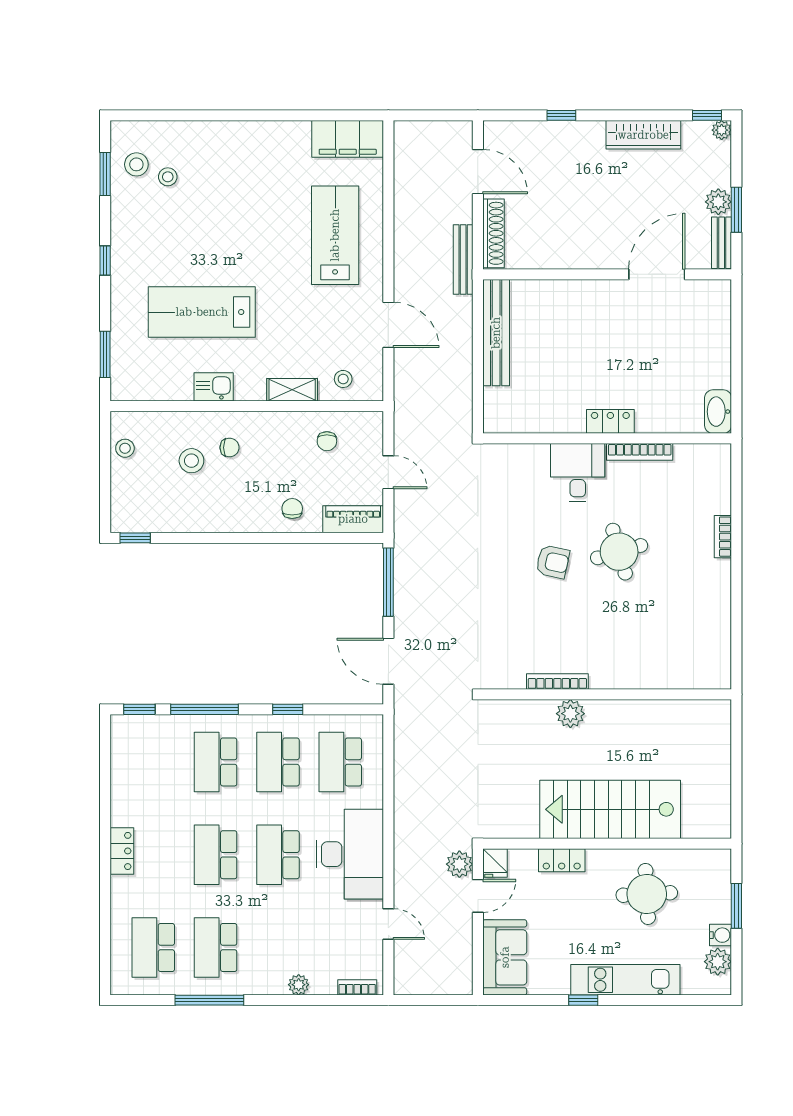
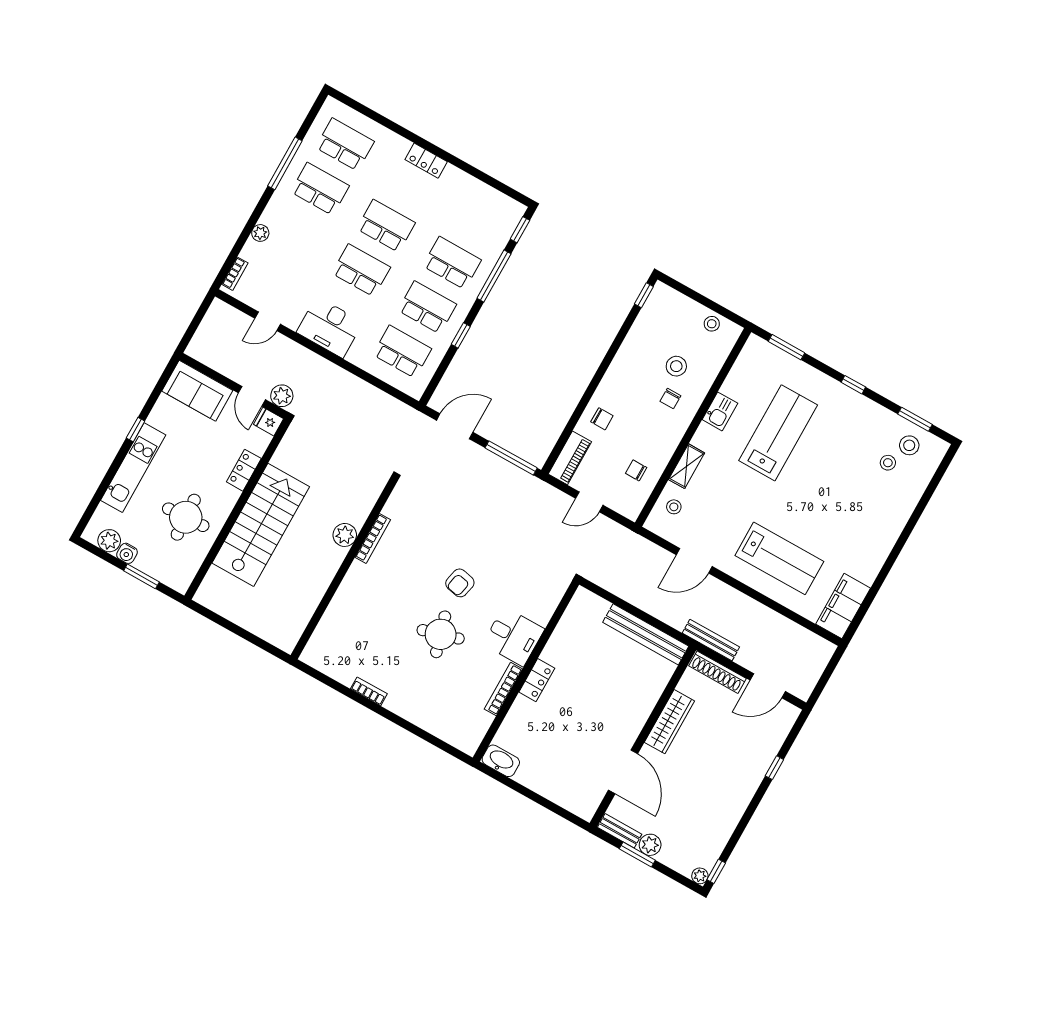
wardrobe: (643, 135) -> (669, 722), moved, turned 180
bookcase: (723, 537) -> (369, 691), moved
desk: (350, 854) -> (330, 327), width x0.73, depth x0.77

